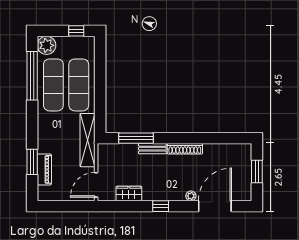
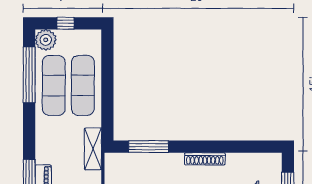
window: (76, 31) -> (65, 23), moved
shelving: (88, 140) -> (93, 149), width x0.68
bench: (152, 149) -> (168, 159), removed

